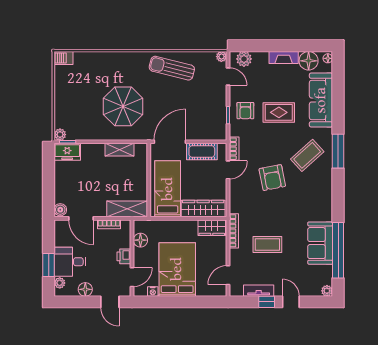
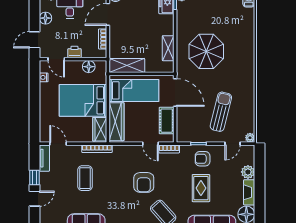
plant: (244, 59) -> (248, 172), moved
sun lounger: (172, 68) -> (221, 112), moved
armchair: (272, 178) -> (144, 182), turned -79
shelving: (127, 209) -> (127, 66), moved, turned 90
bed: (177, 269) -> (83, 100), moved, turned 180
tv unit: (259, 291) -> (44, 158), moved

